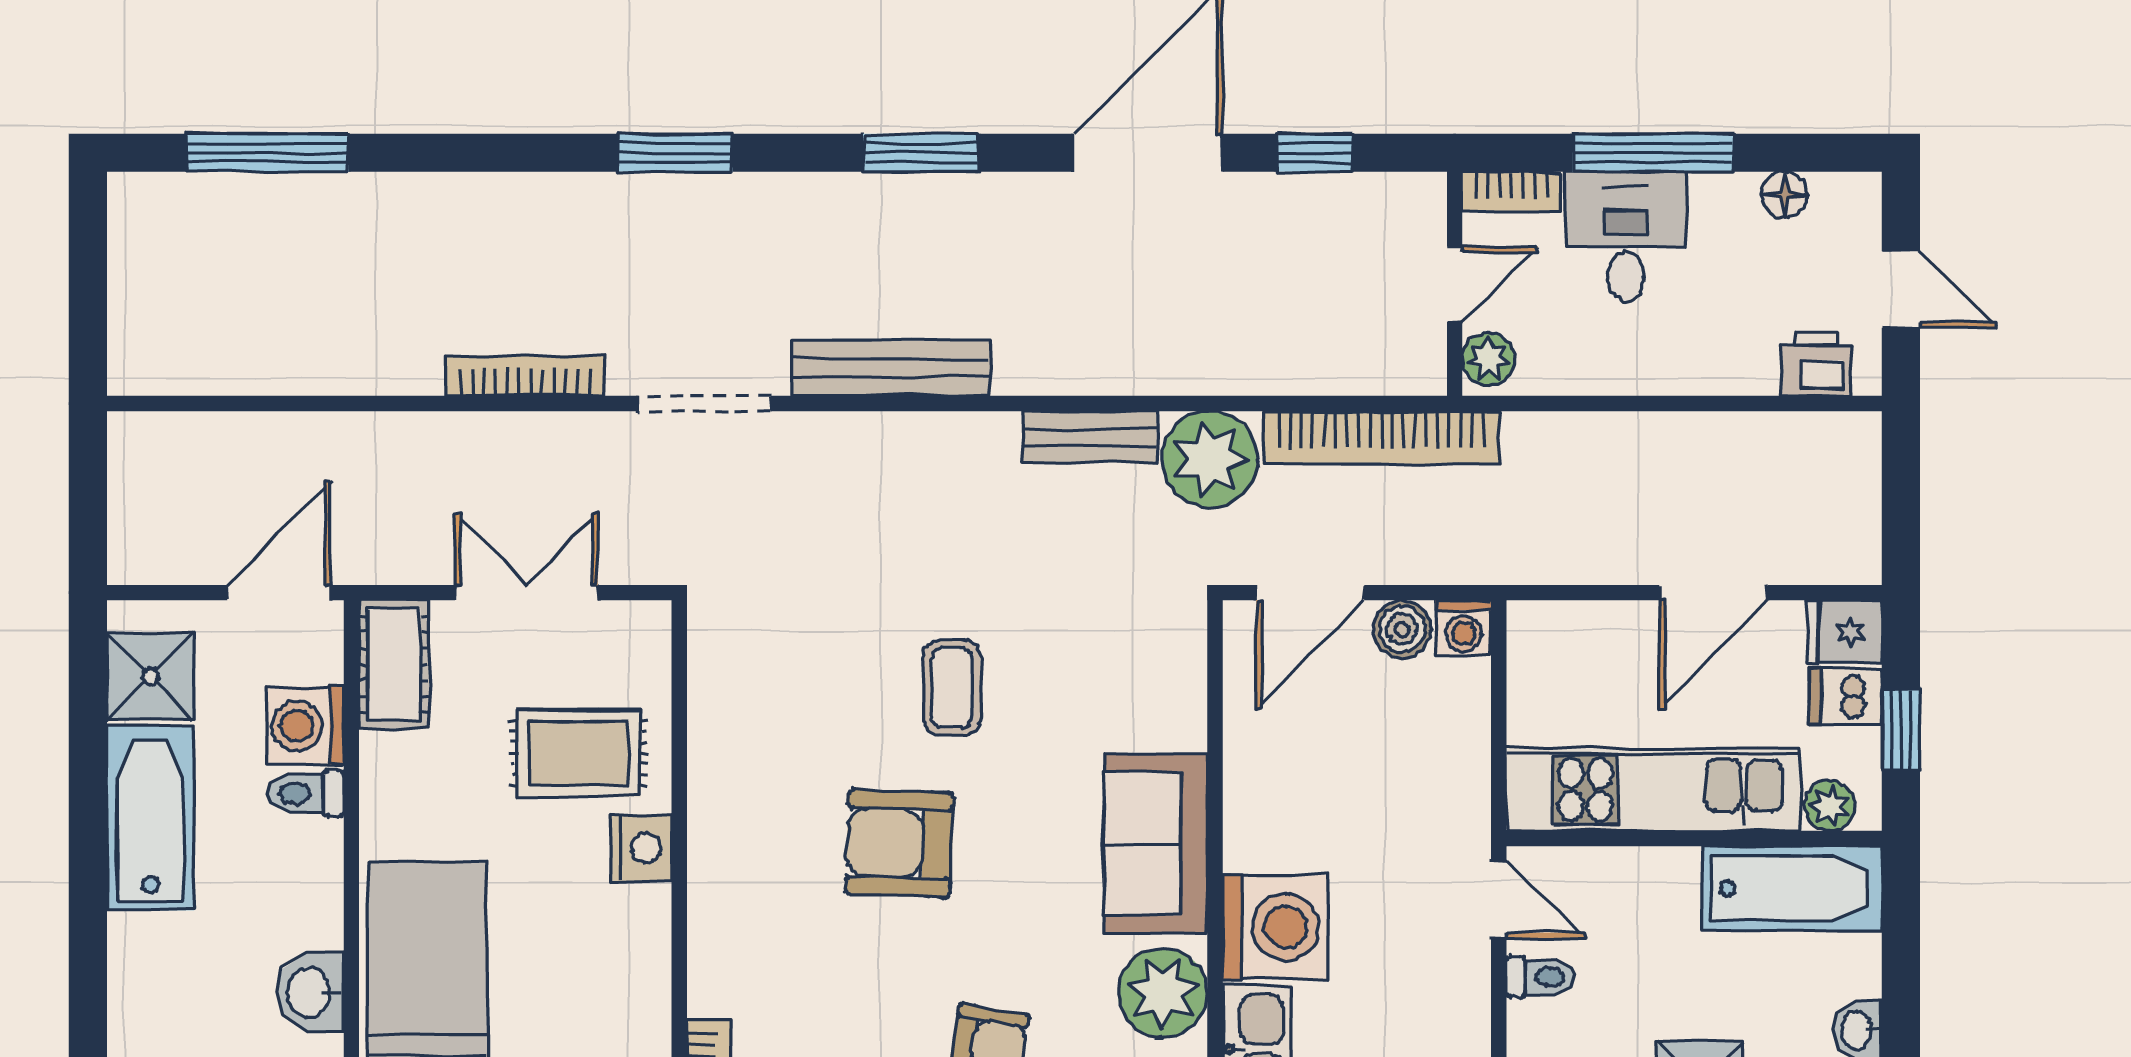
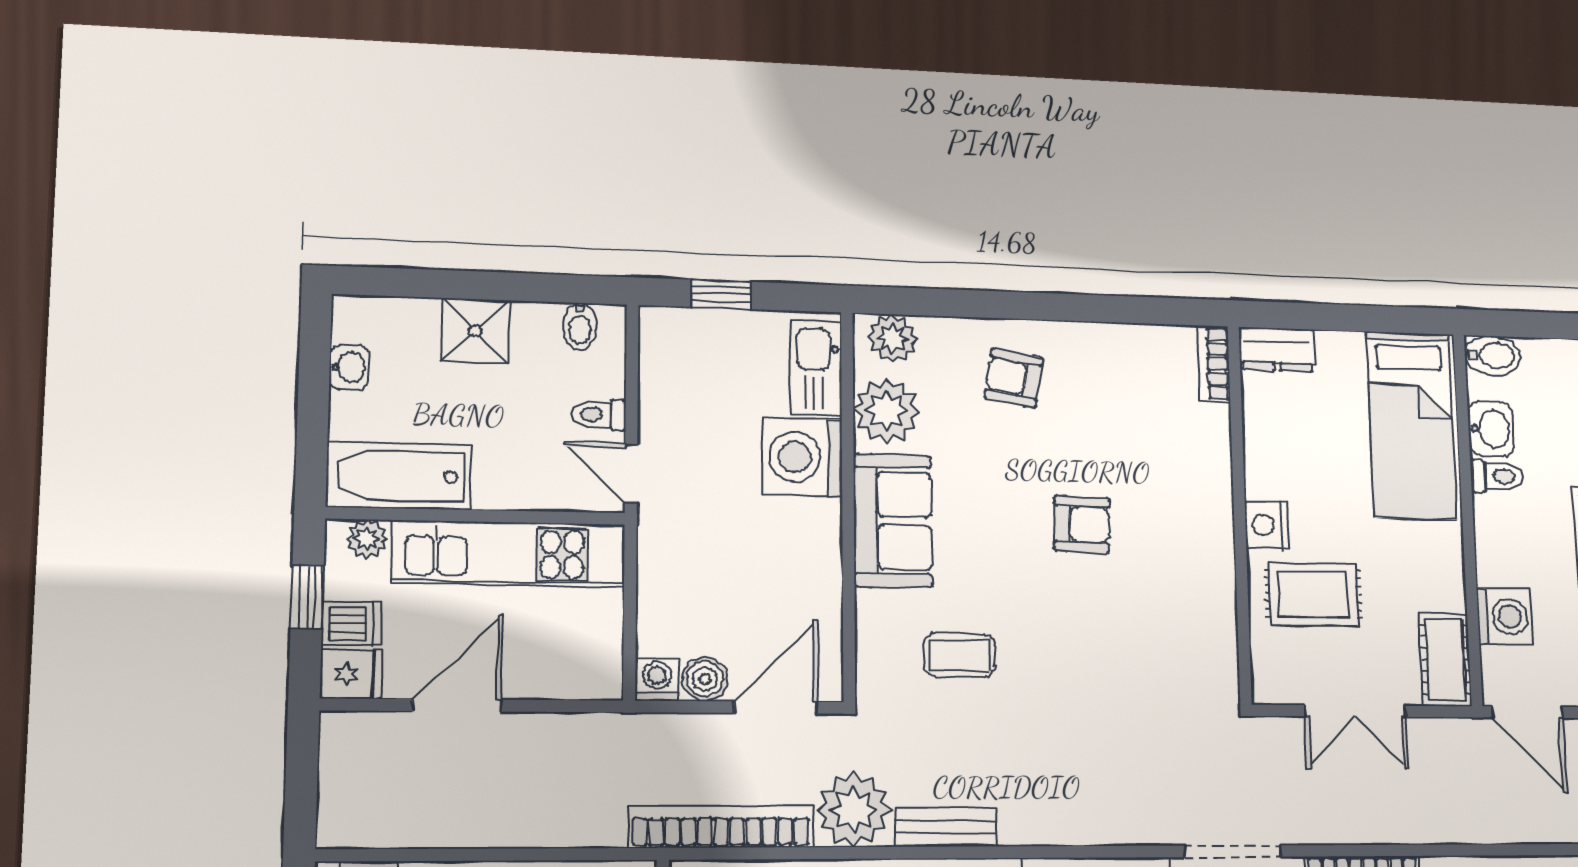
door: (279, 593) -> (1527, 712), hinge flipped
coffee table: (952, 688) -> (959, 655), moved, turned 90
toilet: (305, 793) -> (1497, 476), moved
armchair: (900, 843) -> (1082, 525), width x0.72, depth x0.72

